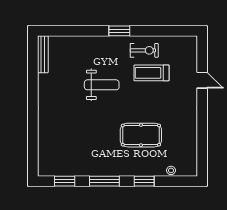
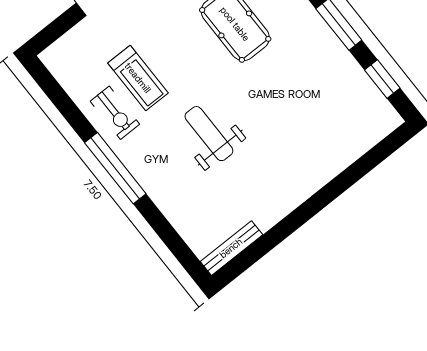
window: (119, 31) -> (115, 168), width x2.11
exercise bike: (144, 50) -> (115, 113), turned 180

